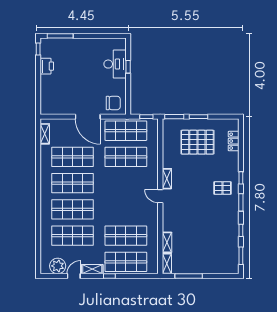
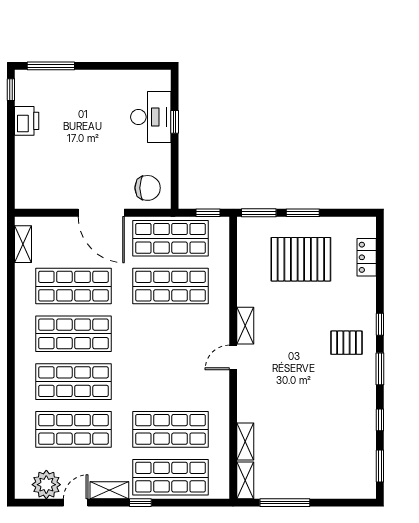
door: (160, 196) -> (233, 357), hinge flipped

